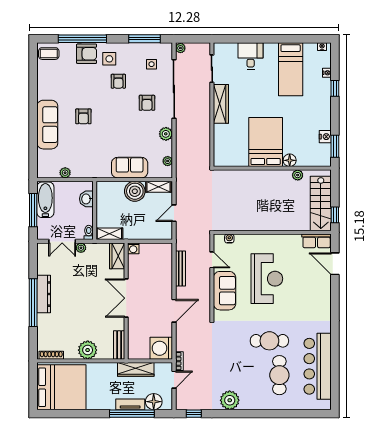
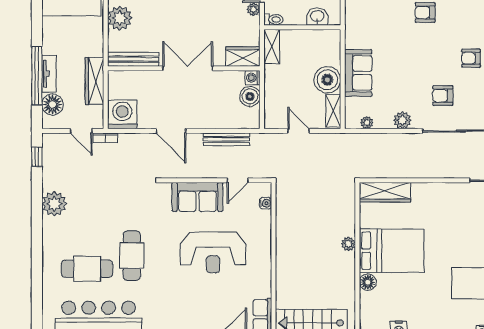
wardrobe: (221, 104) -> (385, 192), moved
plant: (298, 175) -> (348, 244), moved
boiler: (148, 251) -> (250, 96), added
bench: (119, 345) -> (133, 59), width x1.36

